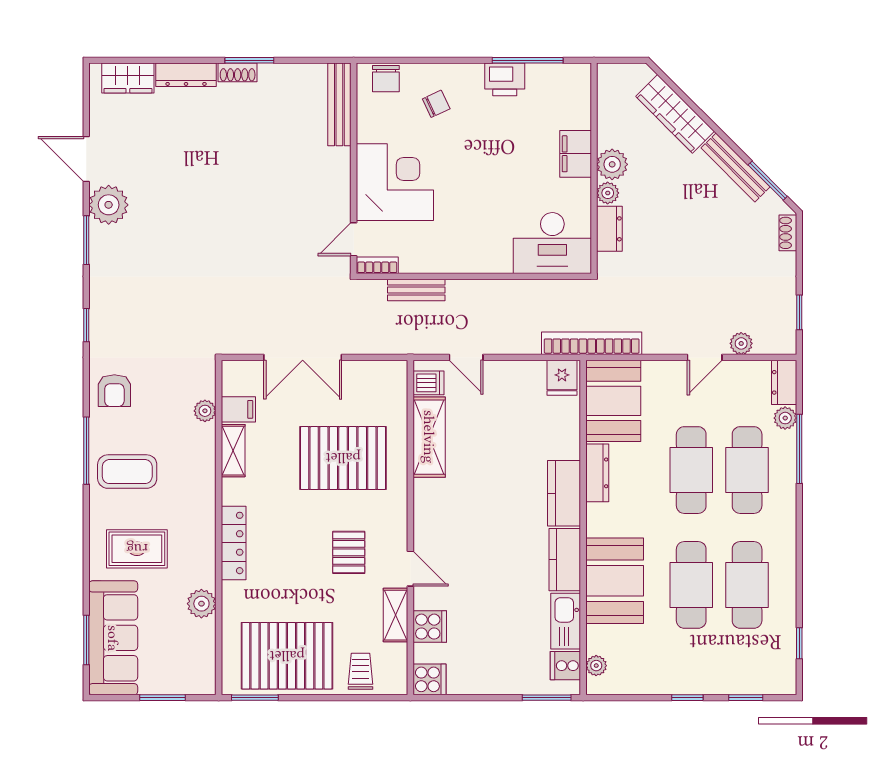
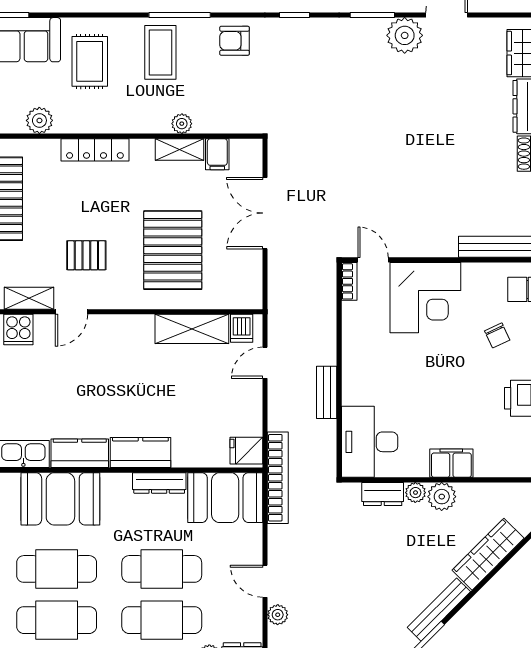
bench: (416, 290) -> (327, 392), moved
plant: (205, 411) -> (182, 124), moved

